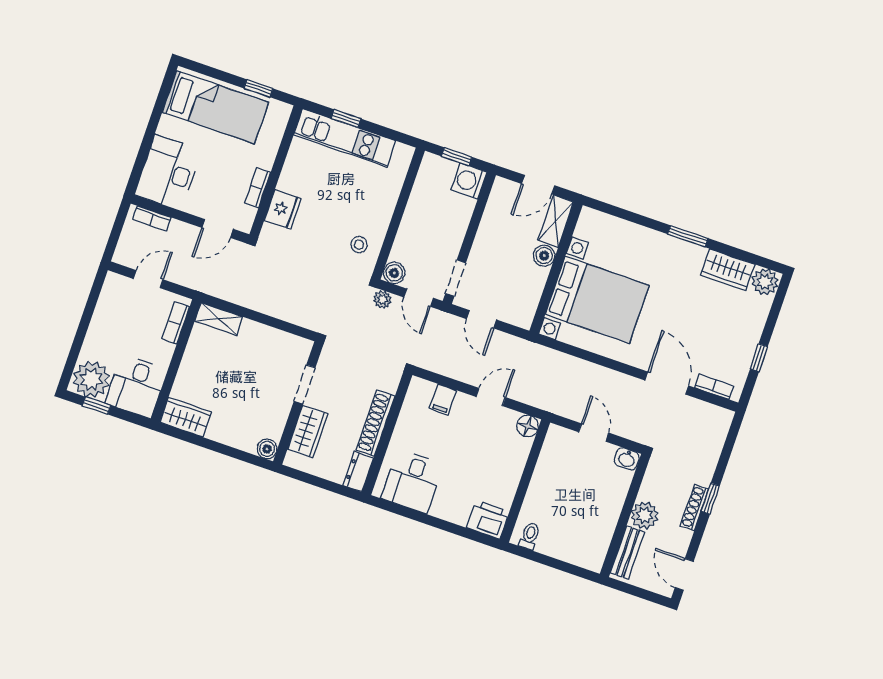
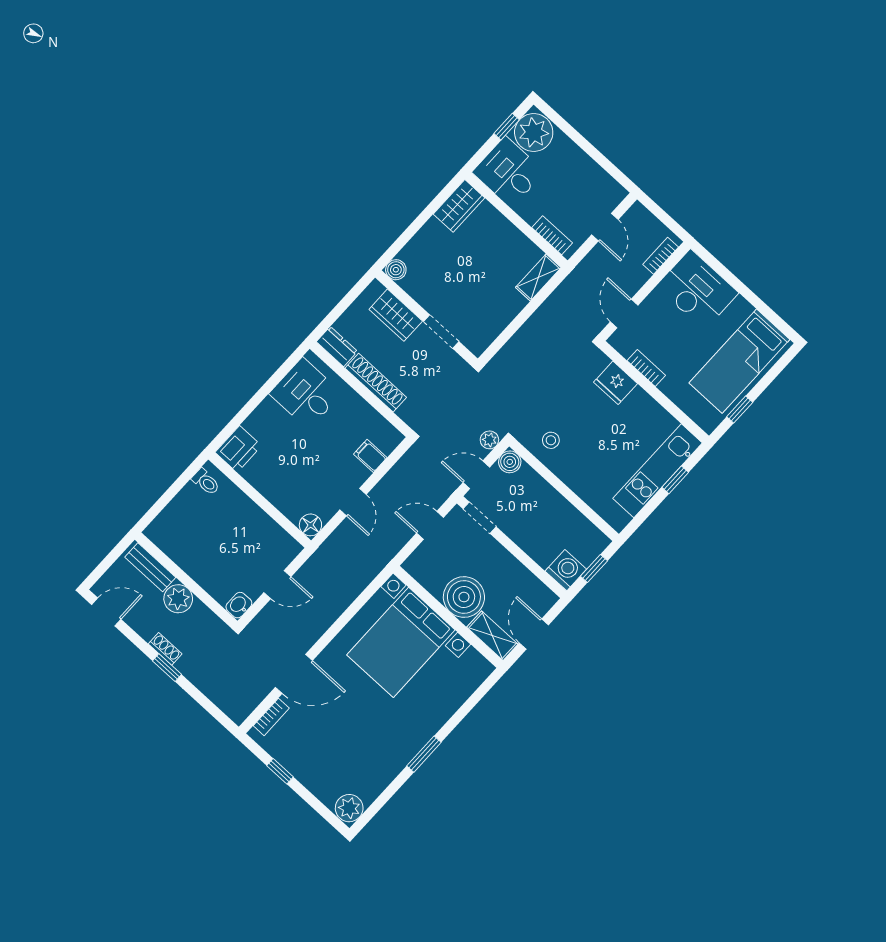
boiler: (544, 256) -> (464, 597), width x1.86, depth x1.86
wardrobe: (728, 270) -> (376, 778), removed
shoe rack: (694, 507) -> (165, 649), width x0.70

